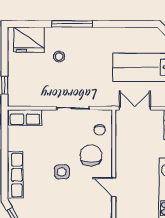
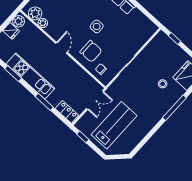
row of seats: (25, 117) -> (146, 34), removed
door: (114, 187) -> (61, 48), hinge flipped

